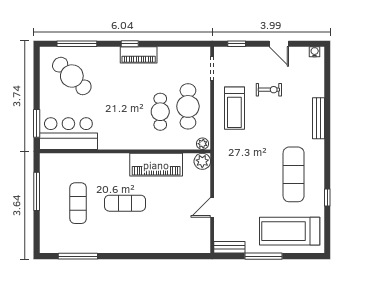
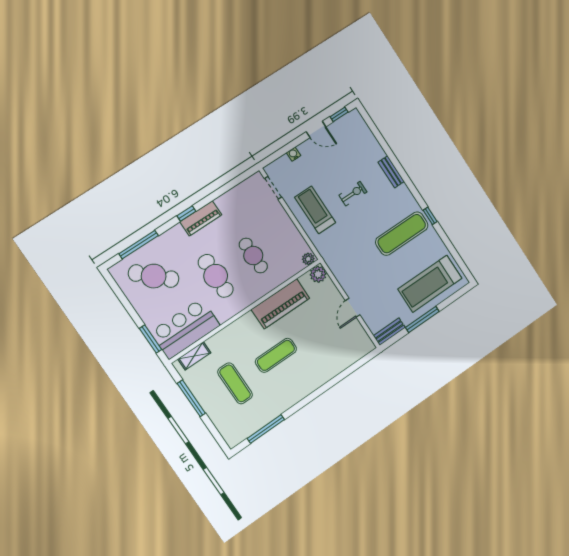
window: (237, 44) -> (339, 114), moved
water cooler: (315, 52) -> (293, 154), moved
exercise bike: (269, 90) -> (353, 194), moved
cafe table: (188, 106) -> (216, 276), moved
treadmill: (234, 108) -> (315, 210), turned 180
bench: (318, 118) -> (391, 172), width x0.73
shelving: (61, 160) -> (194, 356), added
exercise mat: (294, 174) -> (402, 234), turned 90
window: (327, 198) -> (430, 216), moved

